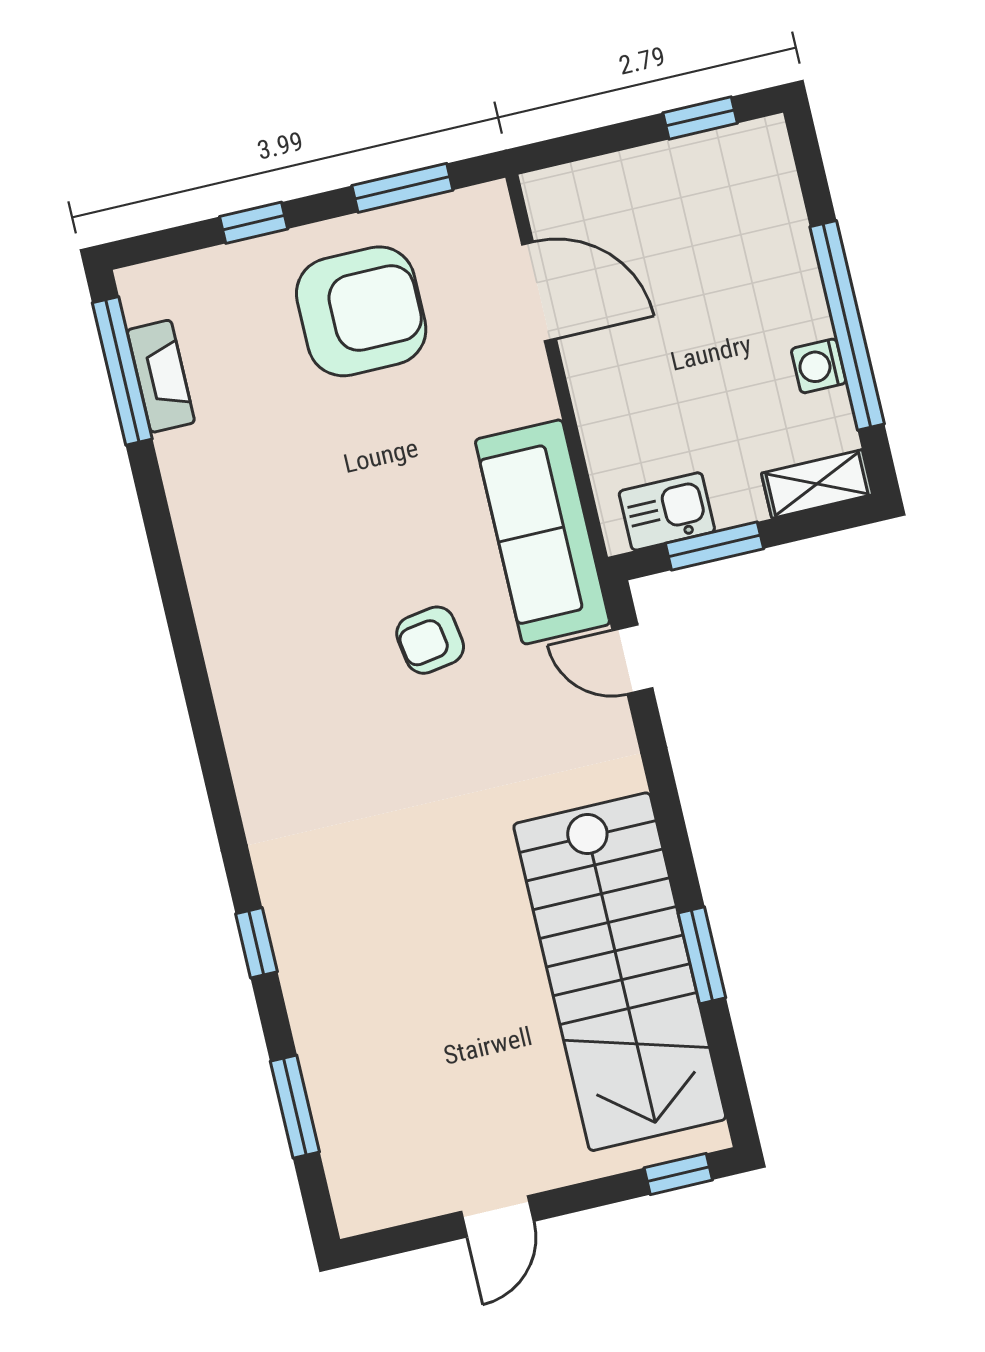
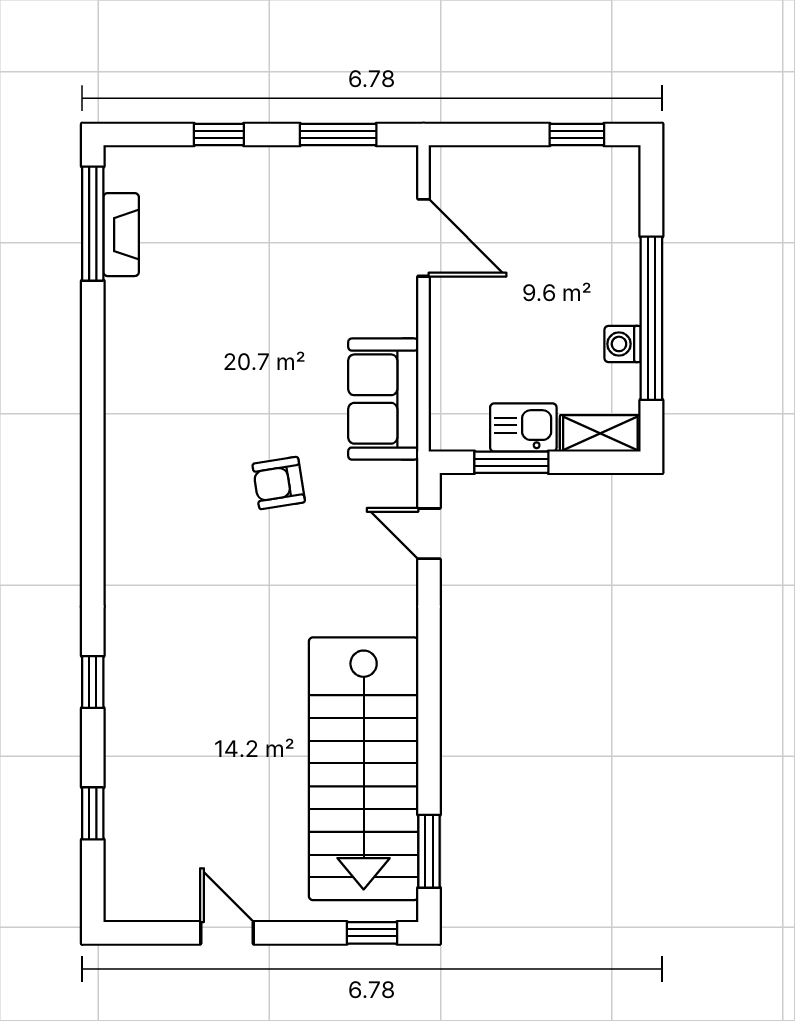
armchair: (361, 311) -> (285, 221), removed
kitchen sink: (667, 511) -> (523, 427), moved
sofa: (542, 532) -> (383, 399), width x0.73
window: (702, 955) -> (429, 851), moved
window: (295, 1107) -> (93, 813), width x0.67
door: (497, 1216) -> (227, 933), swing flipped

